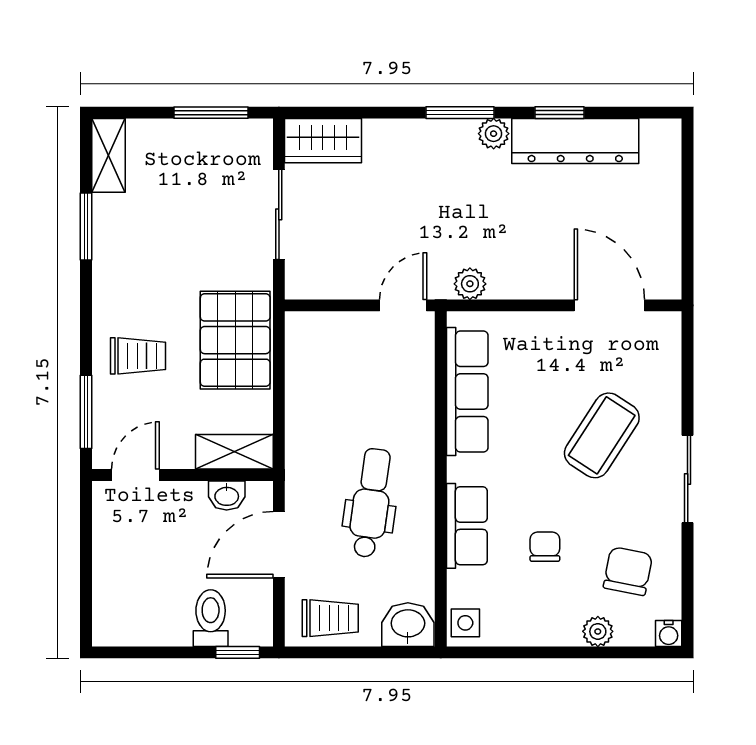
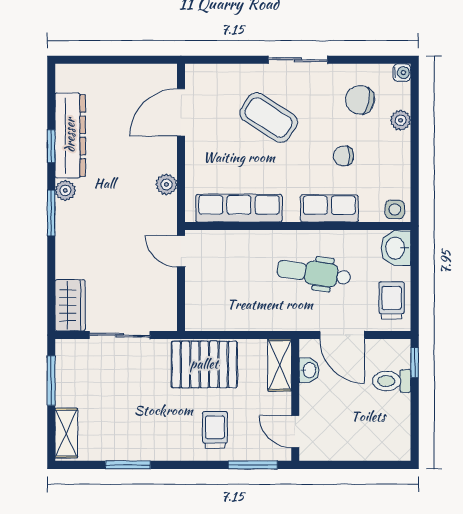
shelving: (108, 155) -> (66, 433), moved, turned 90
plant: (470, 284) -> (166, 184), moved

